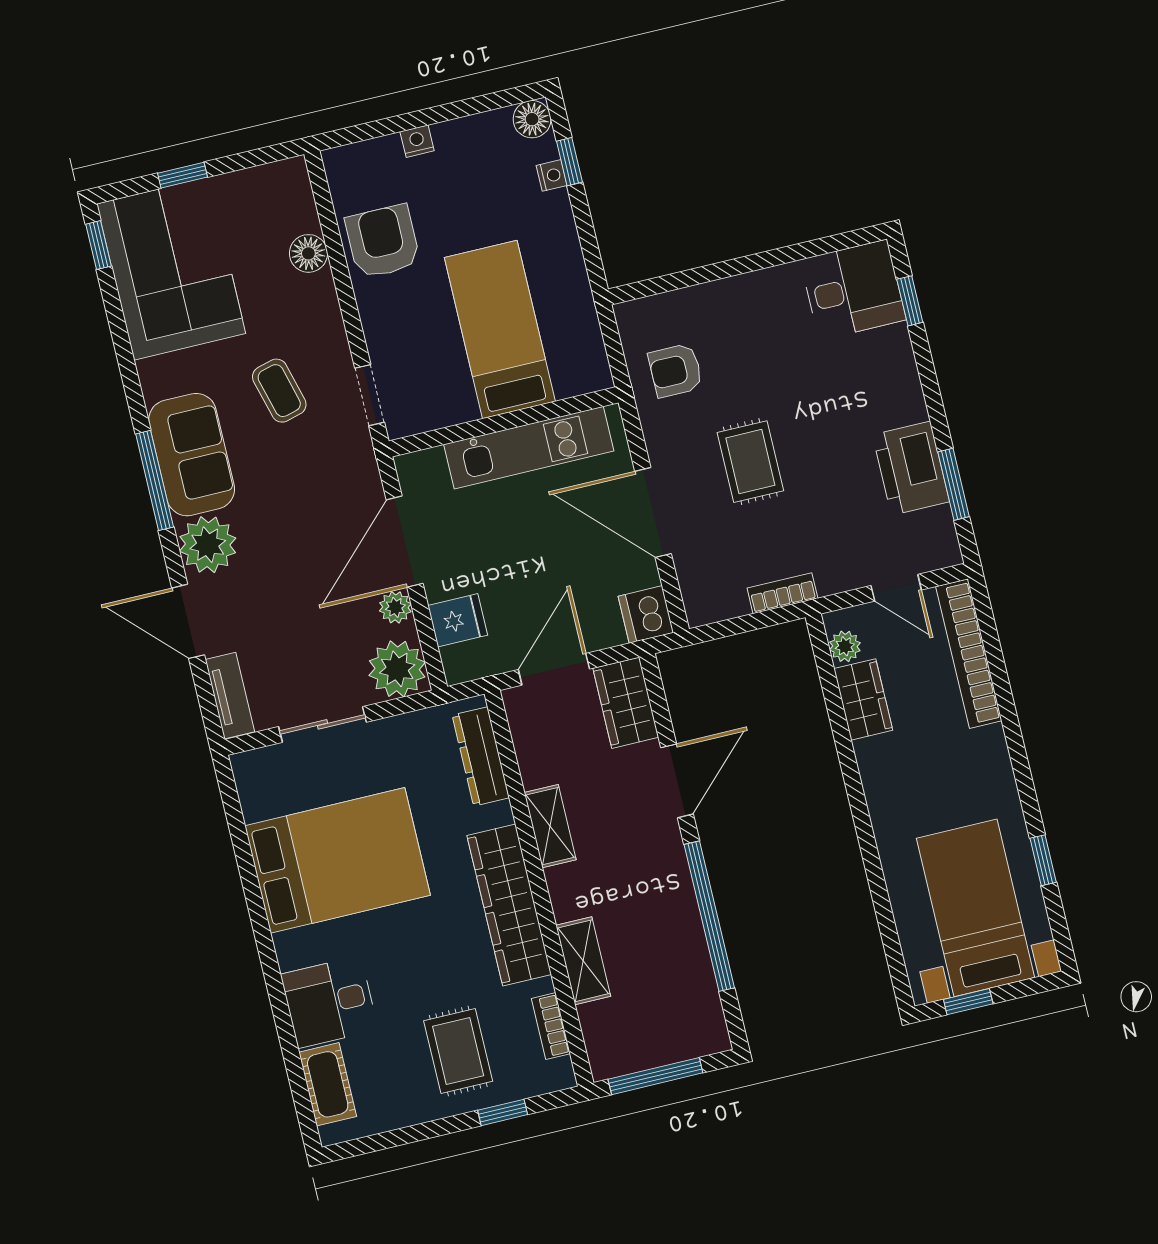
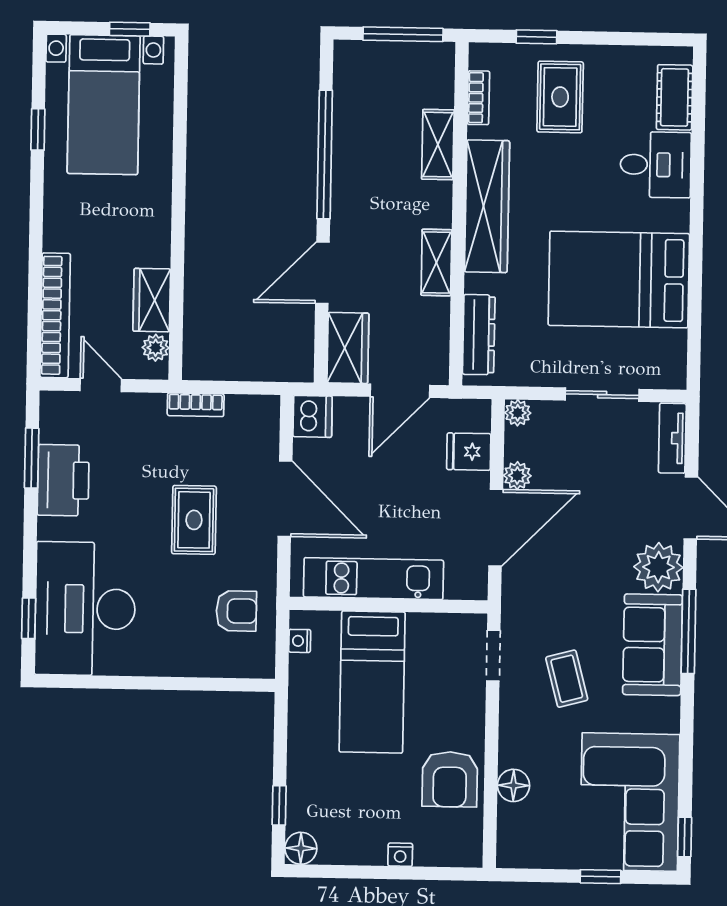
nightstand: (552, 175) -> (300, 641), moved
desk: (853, 290) -> (85, 609), width x1.87, depth x1.30
plant: (397, 669) -> (518, 413), width x0.53, depth x0.53

